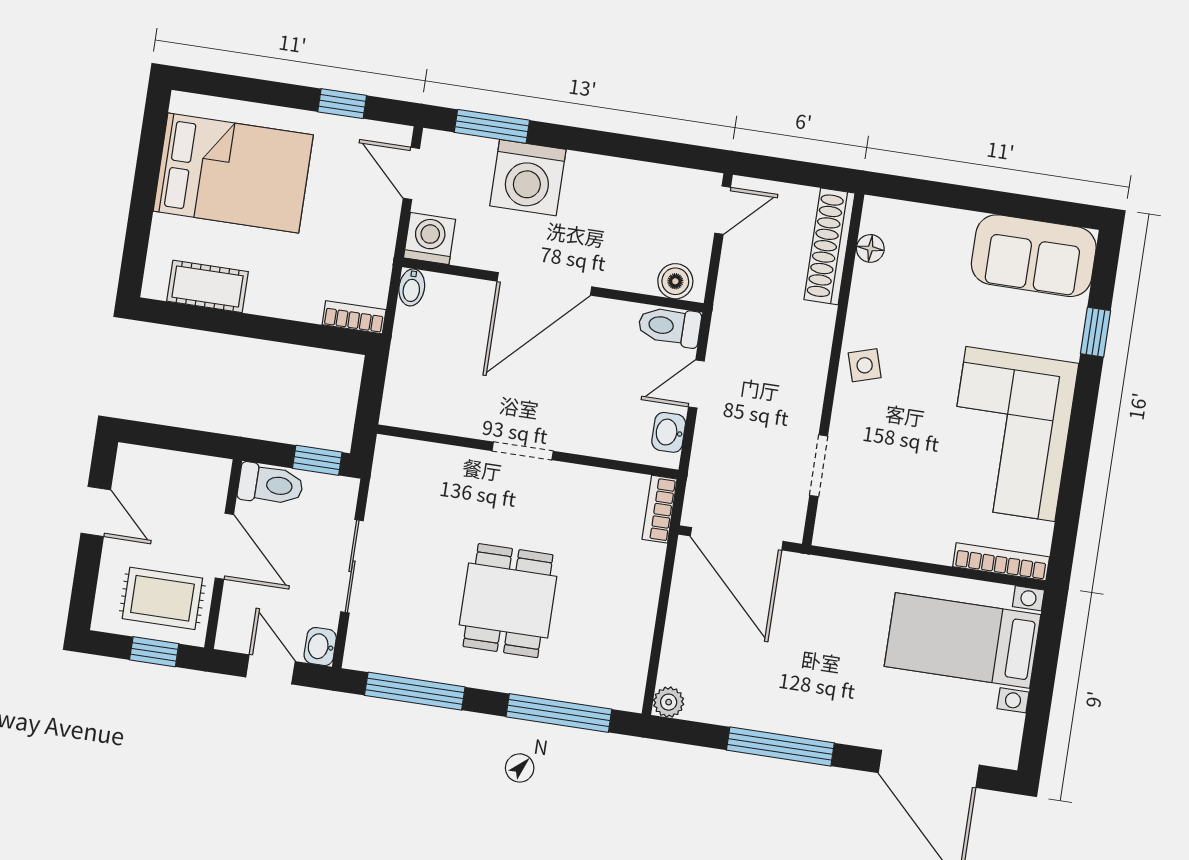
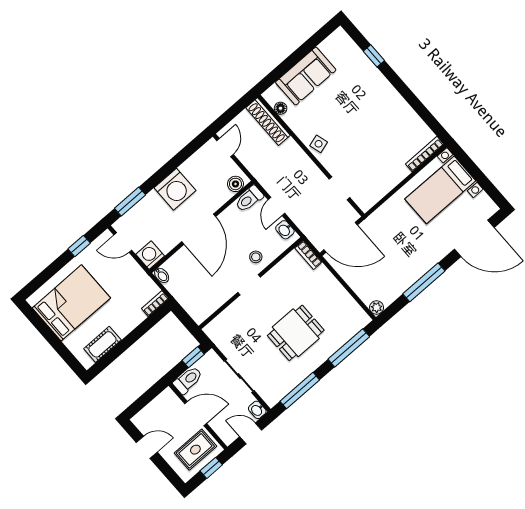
washing machine: (528, 178) -> (175, 189), moved
sofa: (1034, 256) -> (306, 76), moved
stool: (580, 422) -> (256, 257), added
corner sofa: (1010, 434) -> (384, 114), removed
dining table: (508, 601) -> (296, 333), turned 90

